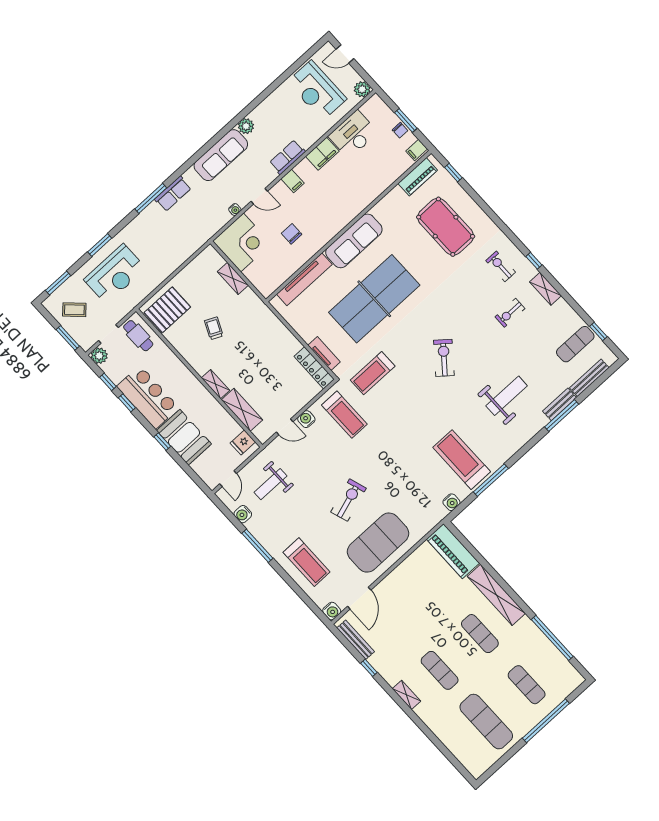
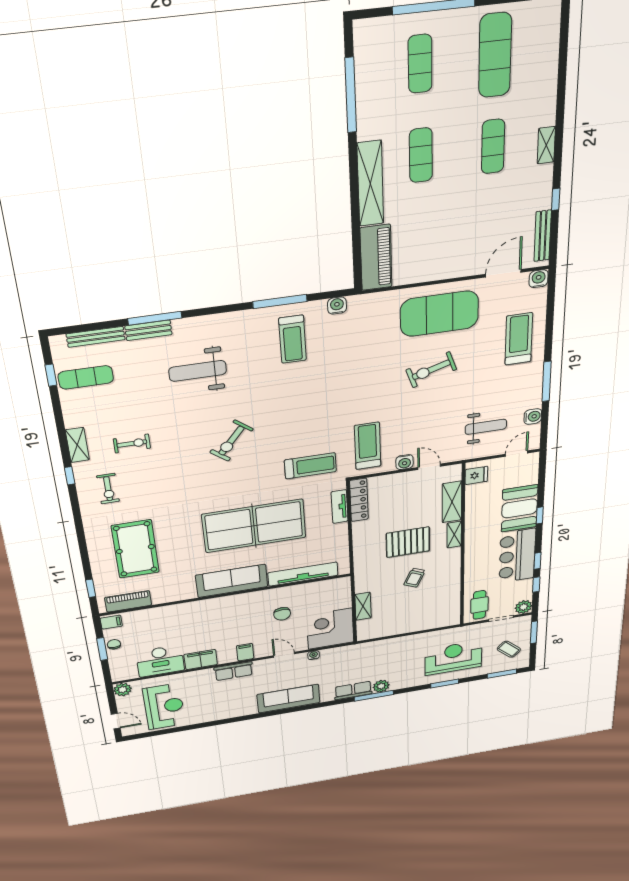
plant: (246, 126) -> (381, 686), moved
pallet: (167, 310) -> (408, 542), moved
treadmill: (462, 460) -> (293, 339), width x0.73, depth x0.73

